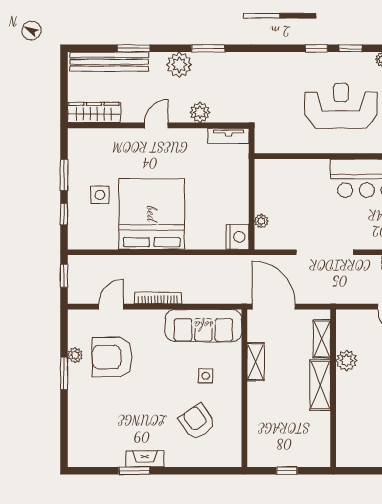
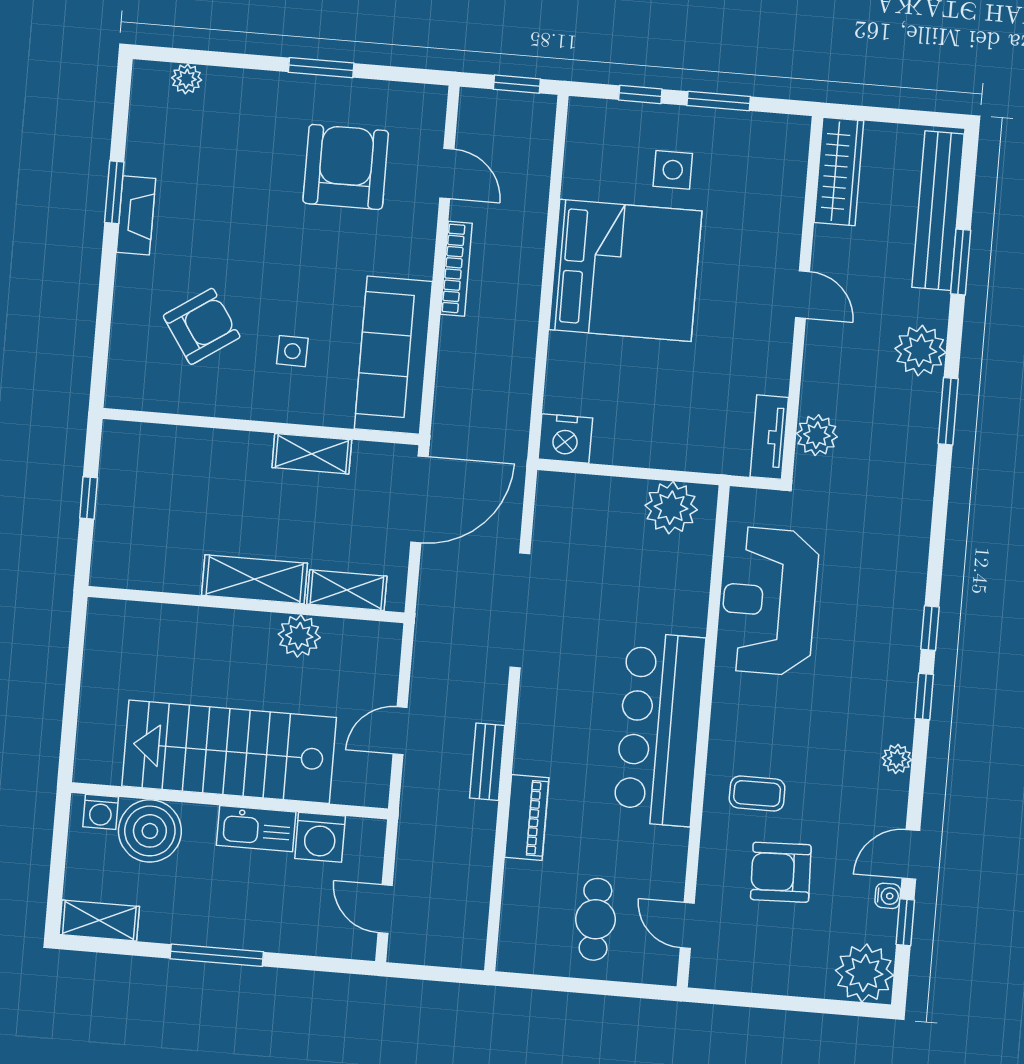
reception desk: (341, 106) -> (769, 601), moved, turned 180
plant: (200, 112) -> (817, 435), moved
plant: (261, 221) -> (671, 508), moved, width x1.88, depth x1.88
plant: (75, 355) -> (187, 79), moved

